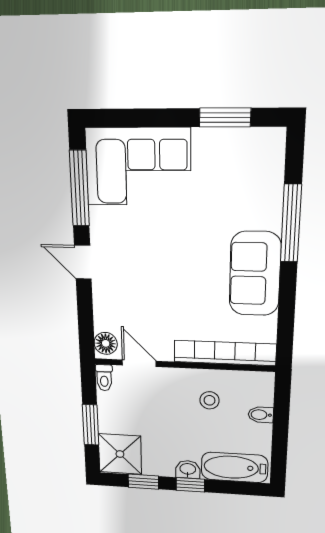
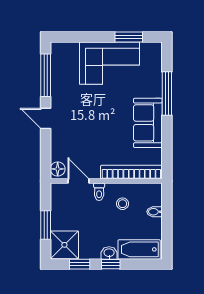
corner sofa: (138, 167) -> (110, 63), moved
toilet: (104, 378) -> (99, 192), moved

